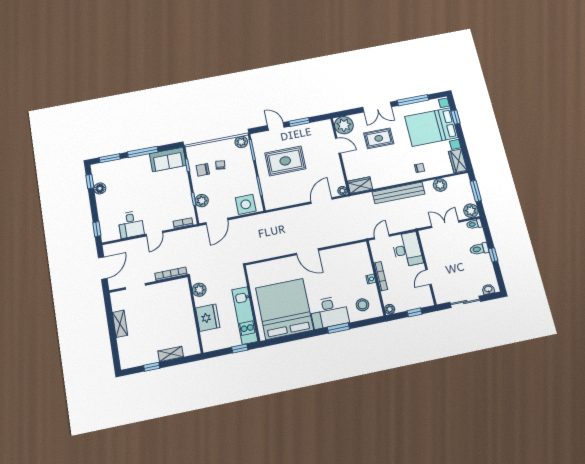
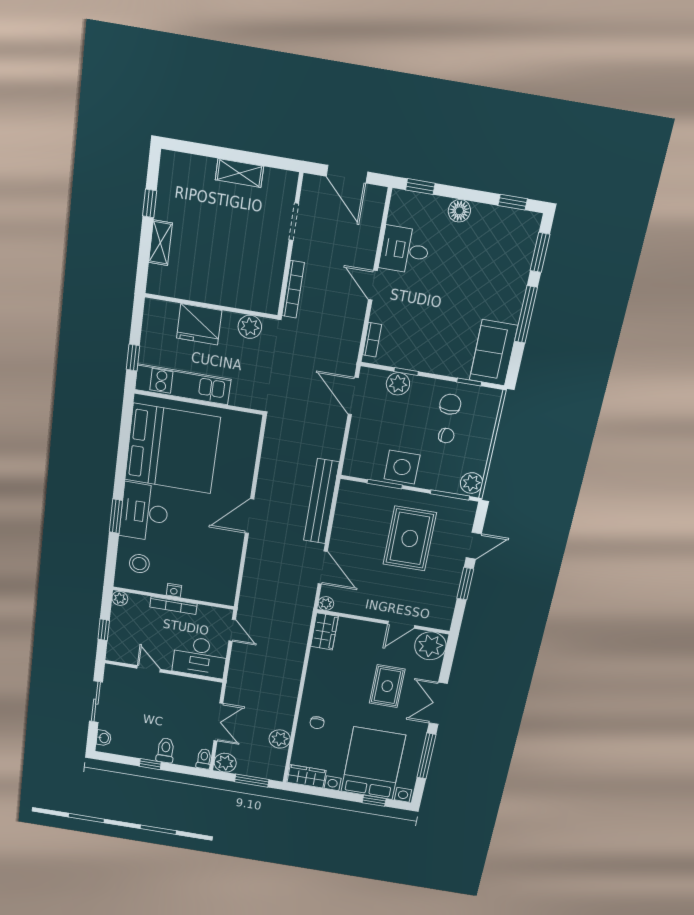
floor lamp: (100, 188) -> (459, 211), moved
bench: (399, 193) -> (321, 501), moved
side table: (246, 204) -> (402, 467), moved

